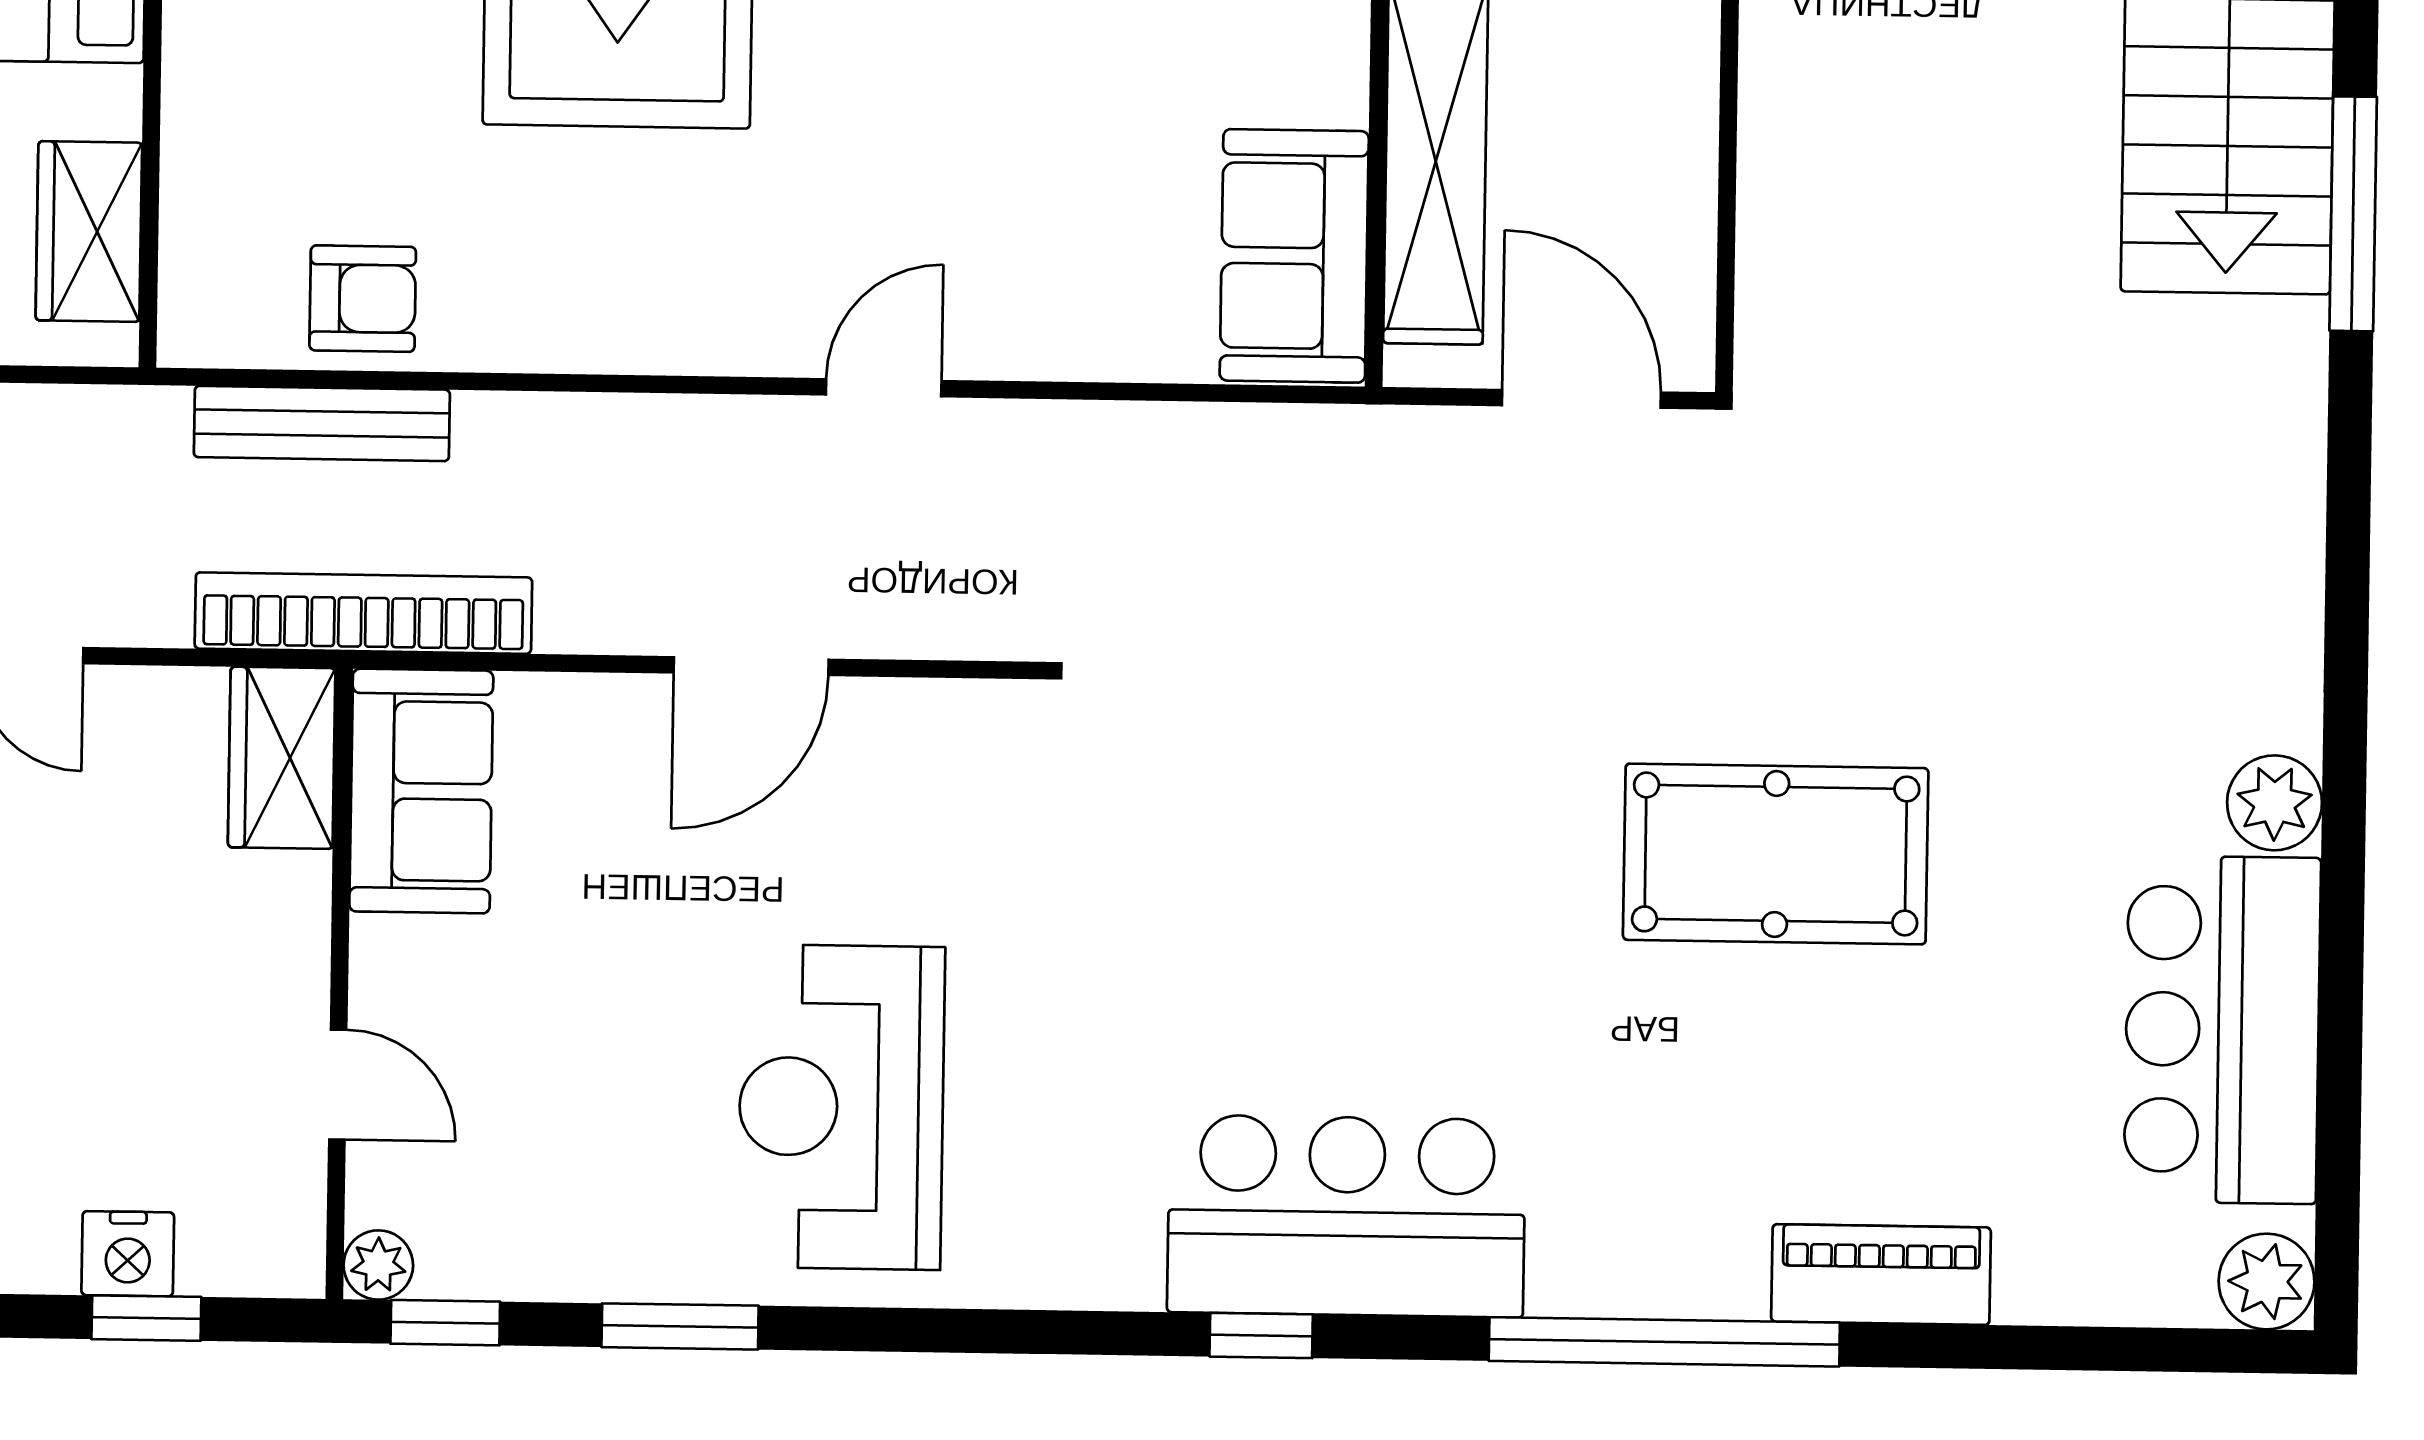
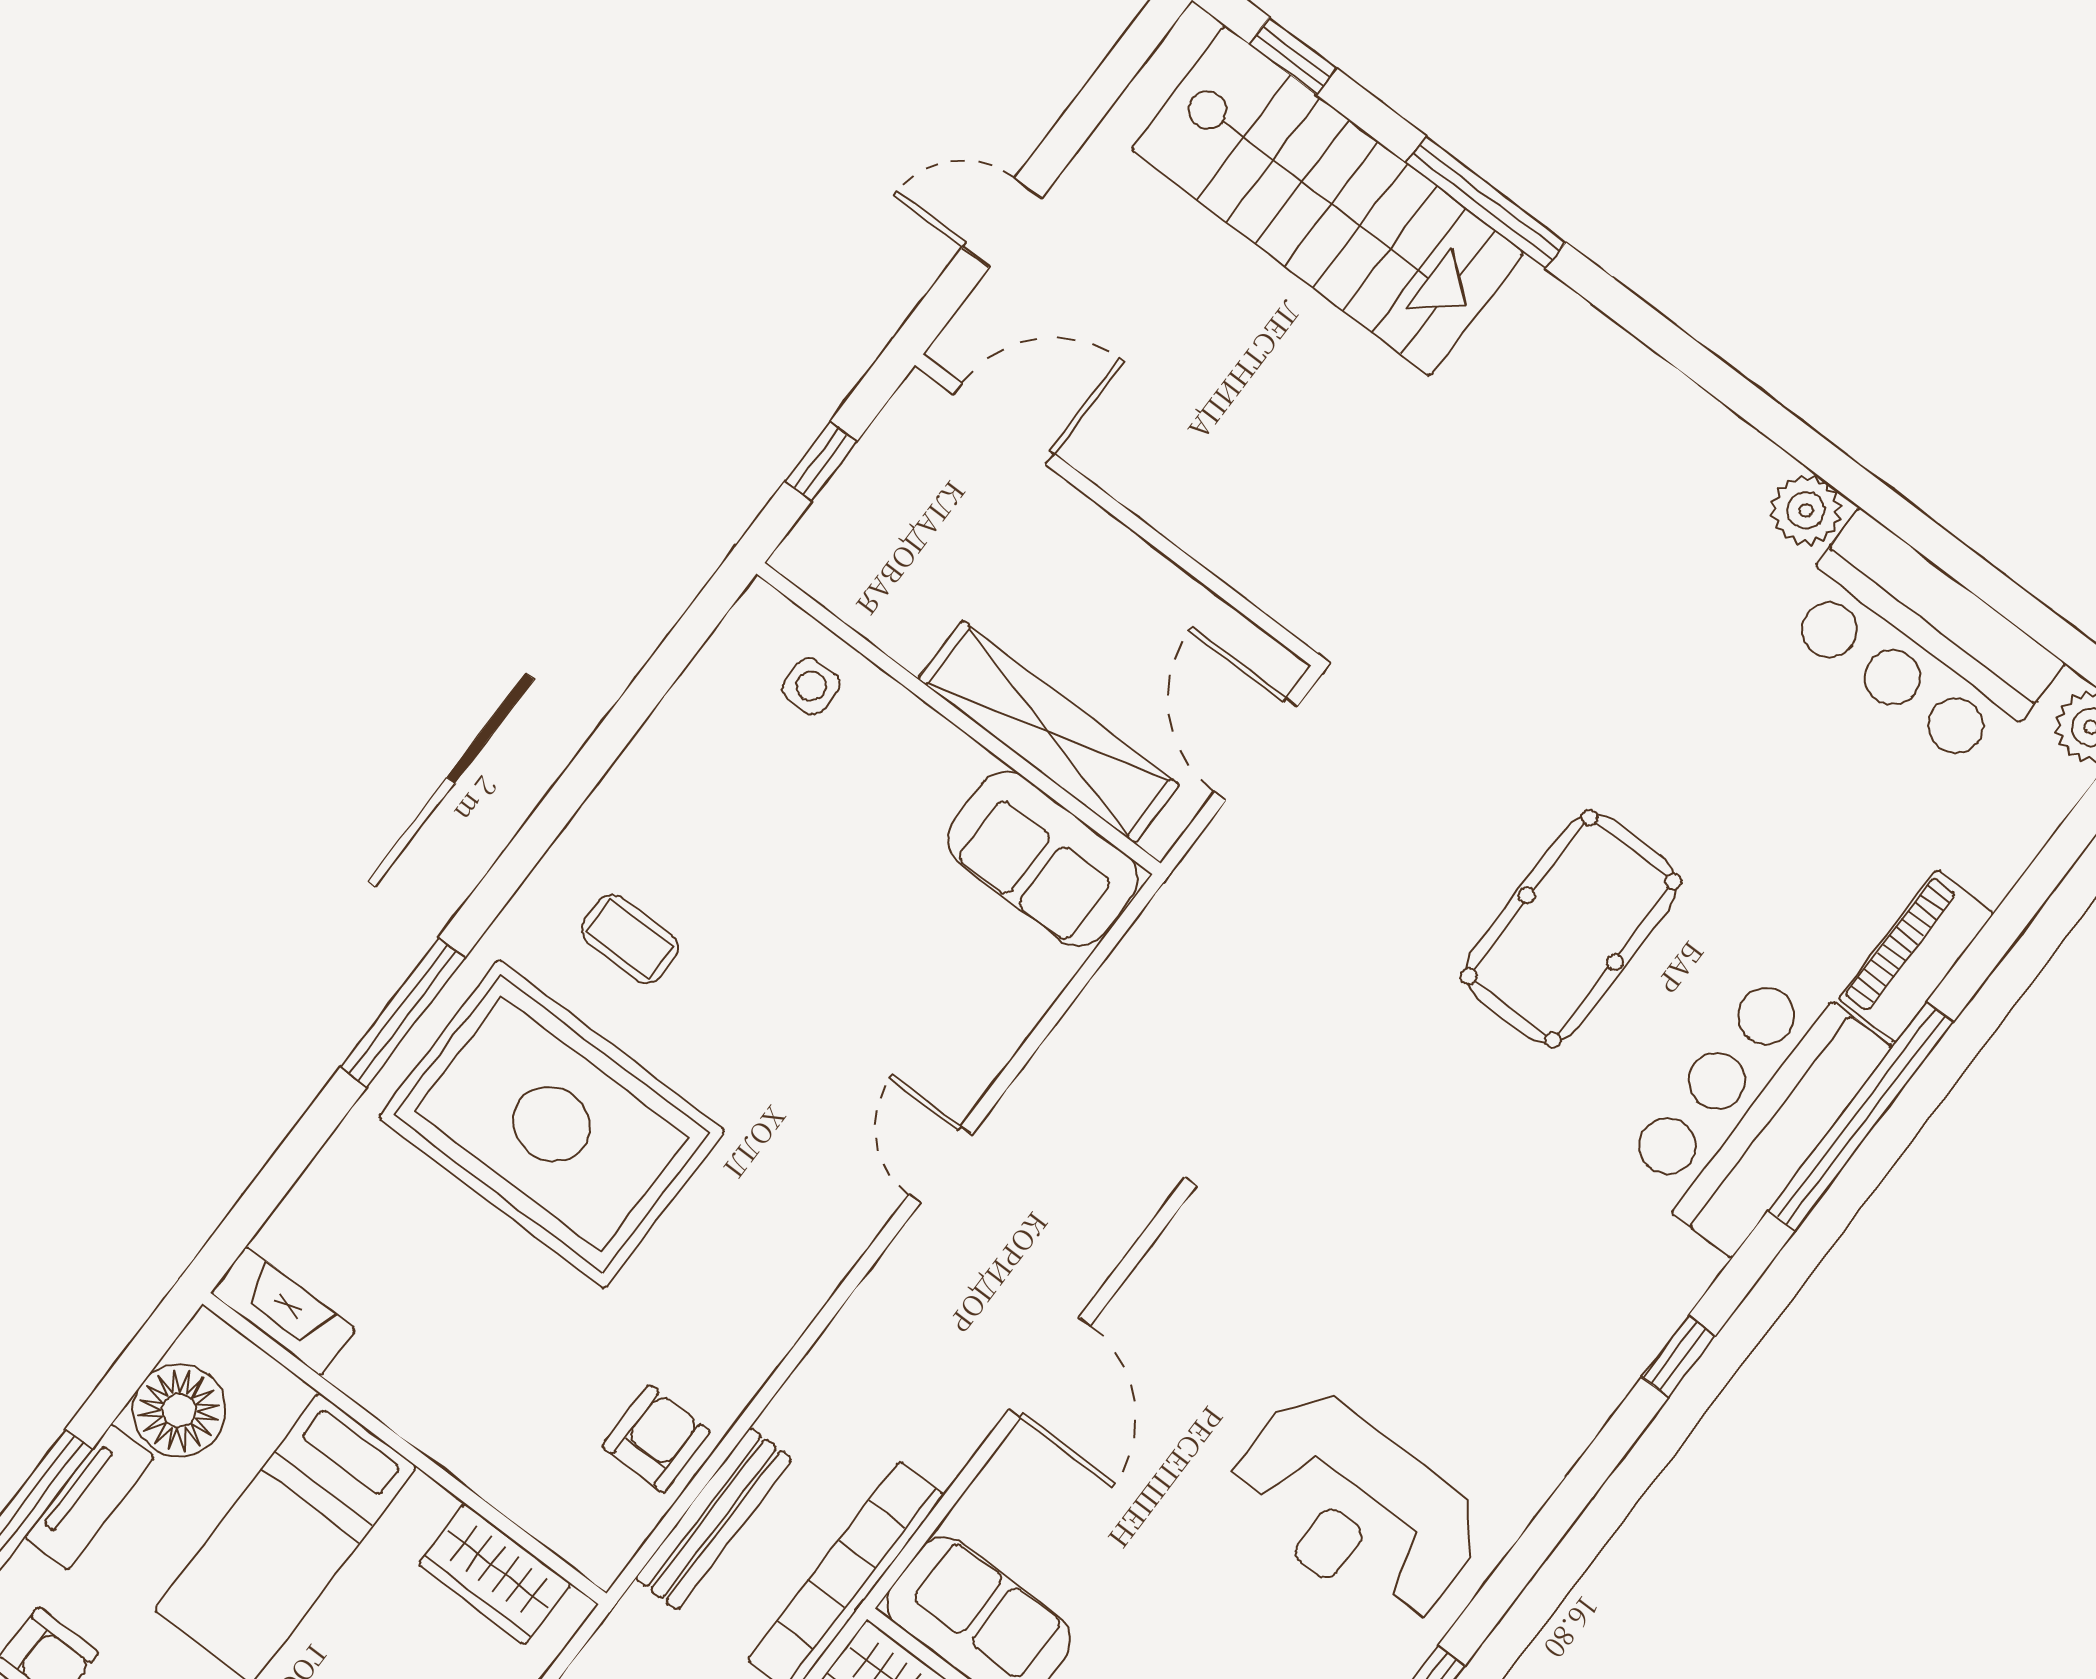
door: (1581, 399) -> (1256, 749), hinge flipped
pool table: (1776, 854) -> (1571, 929), moved
bar counter: (1346, 1216) -> (1753, 1109), moved

